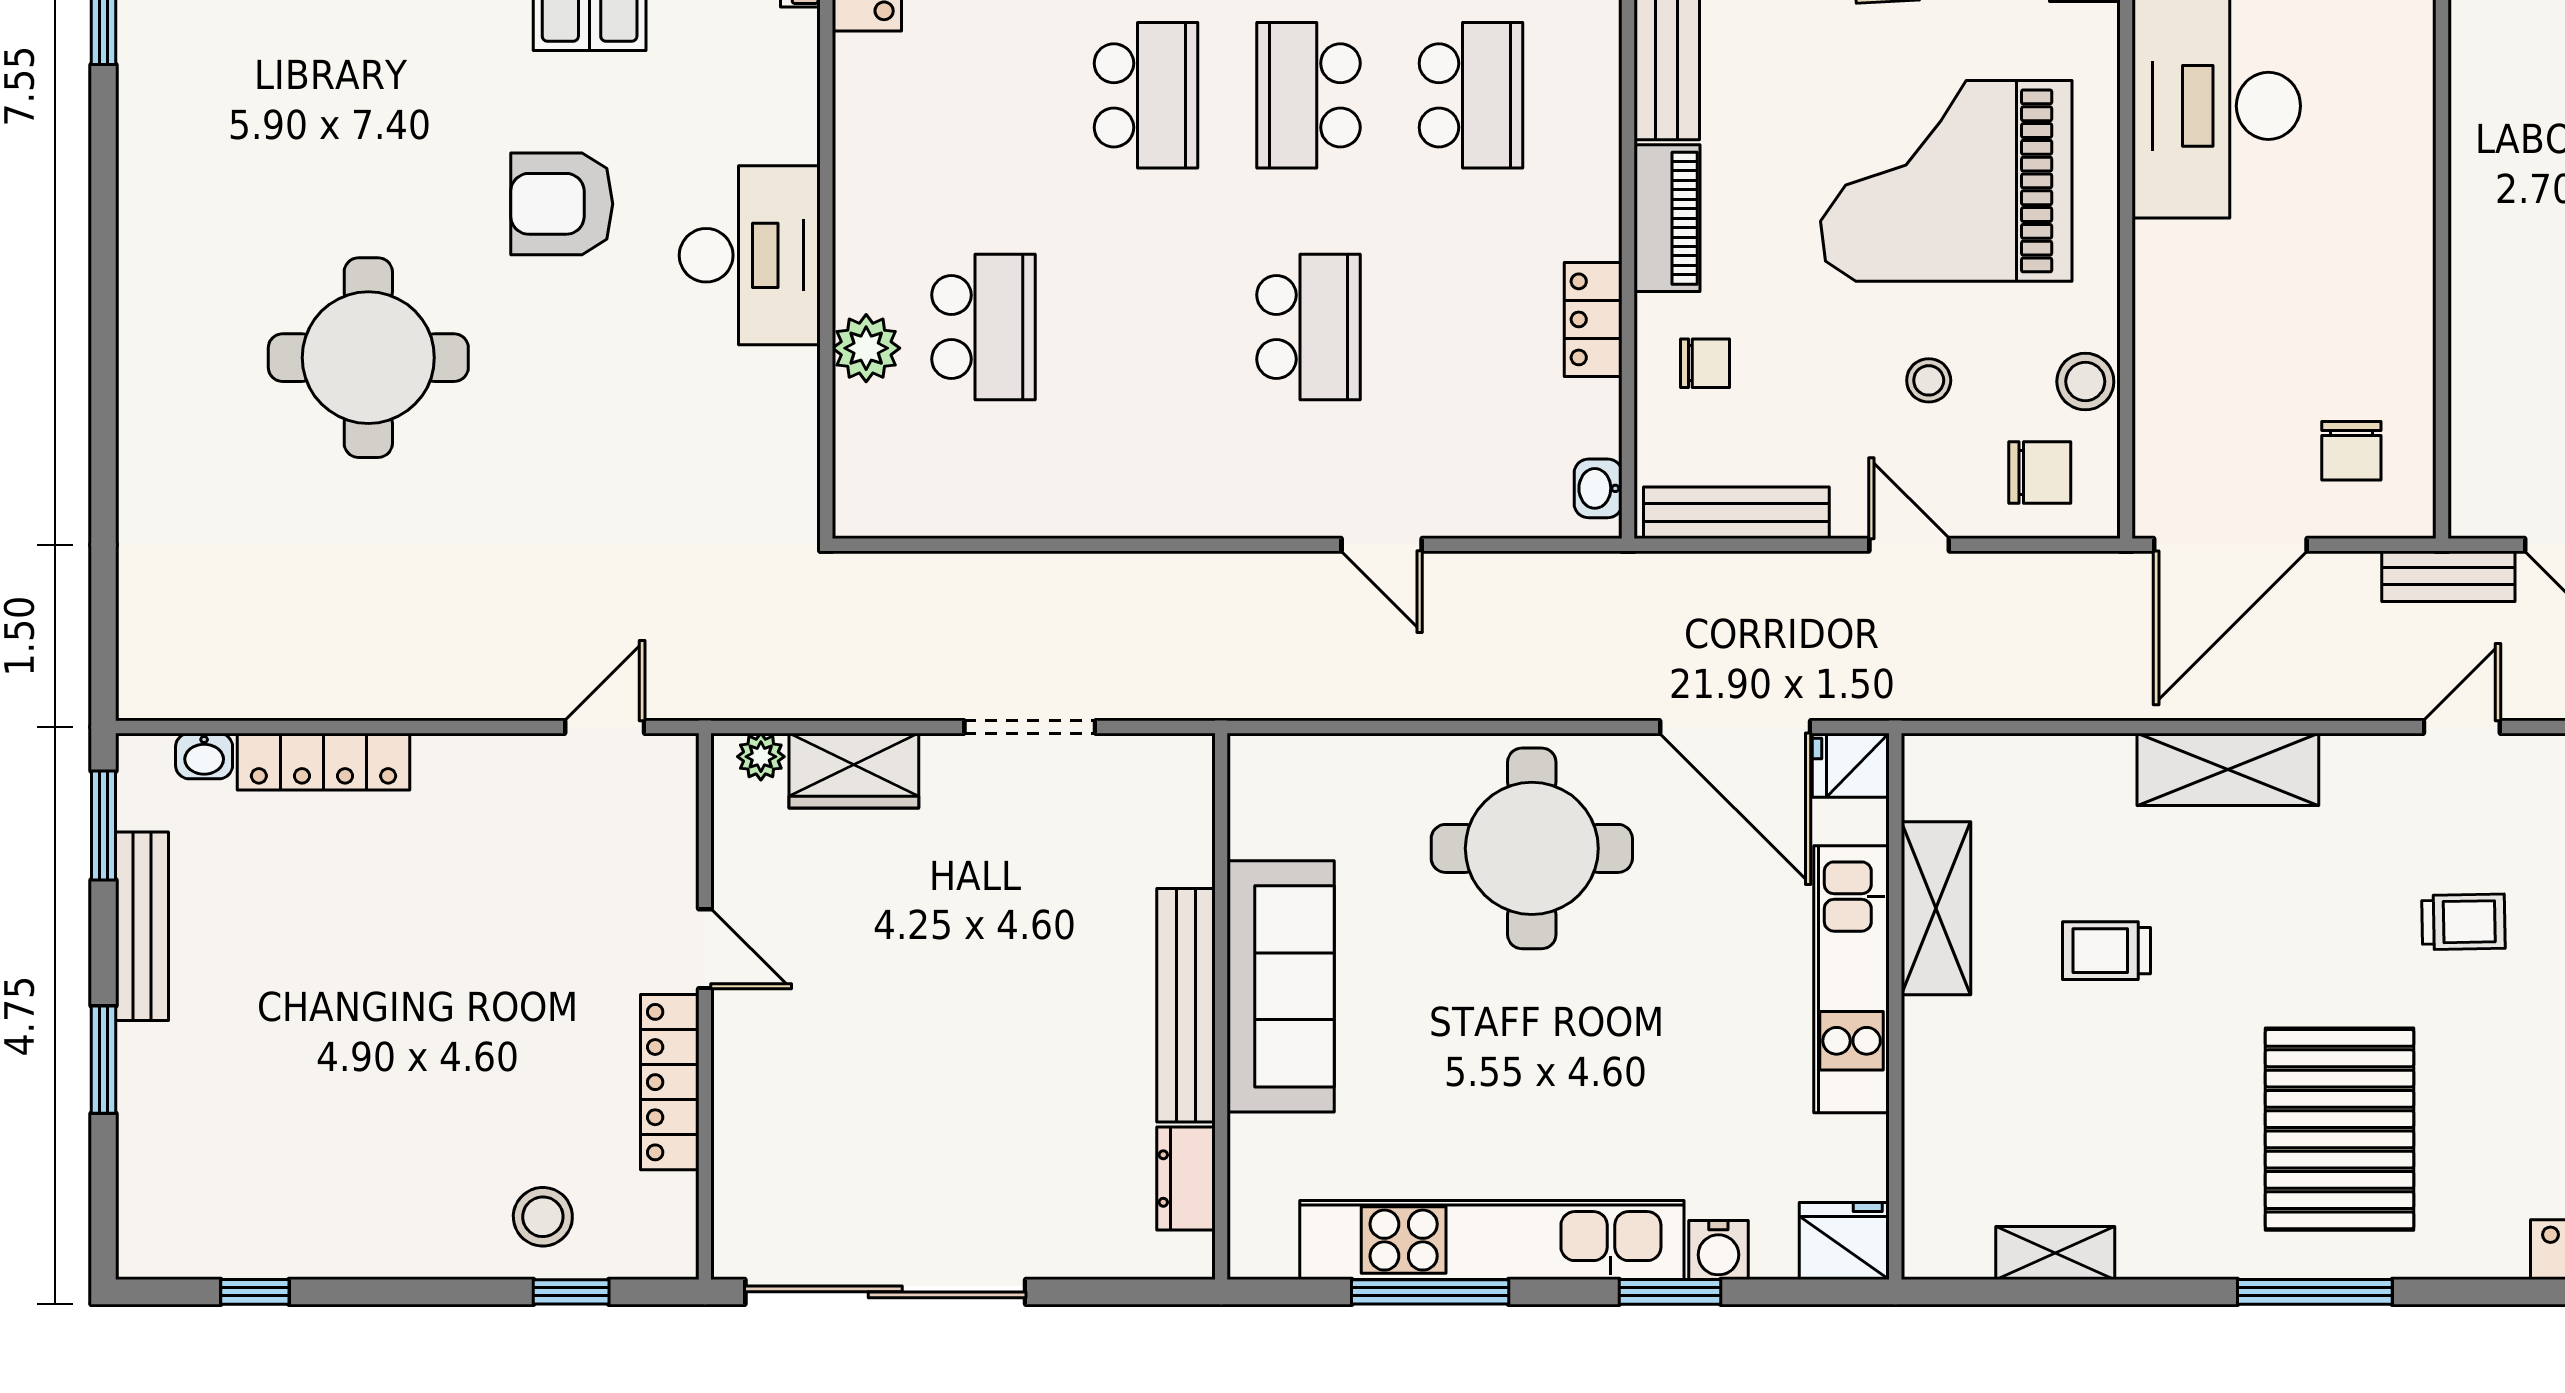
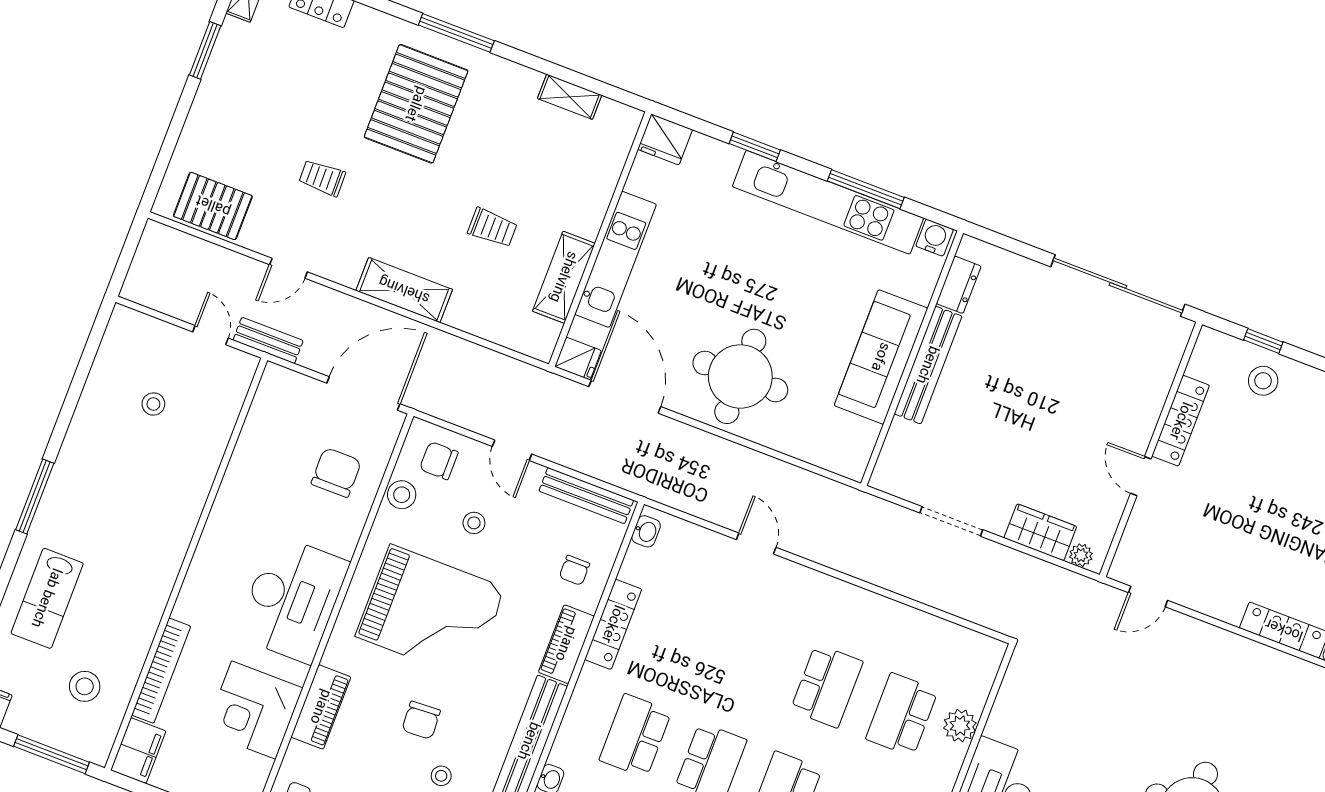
locker: (1593, 319) -> (613, 624), width x1.53
school desk: (1308, 327) -> (827, 686), moved, turned 180
chair: (1705, 363) -> (574, 570), turned -90
chair: (2351, 451) -> (336, 472), moved, width x1.37, depth x1.37
water cooler: (1718, 1250) -> (935, 238), moved

